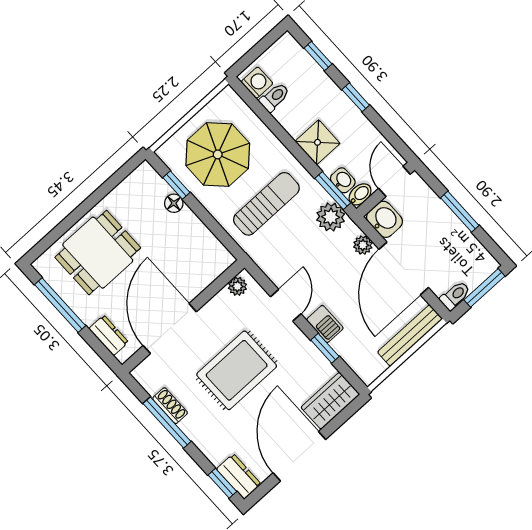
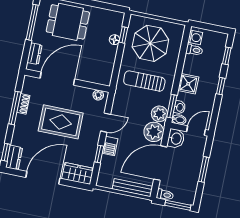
sun lounger: (266, 204) -> (144, 81), turned 180
plant: (363, 245) -> (154, 132), width x1.88, depth x1.88

